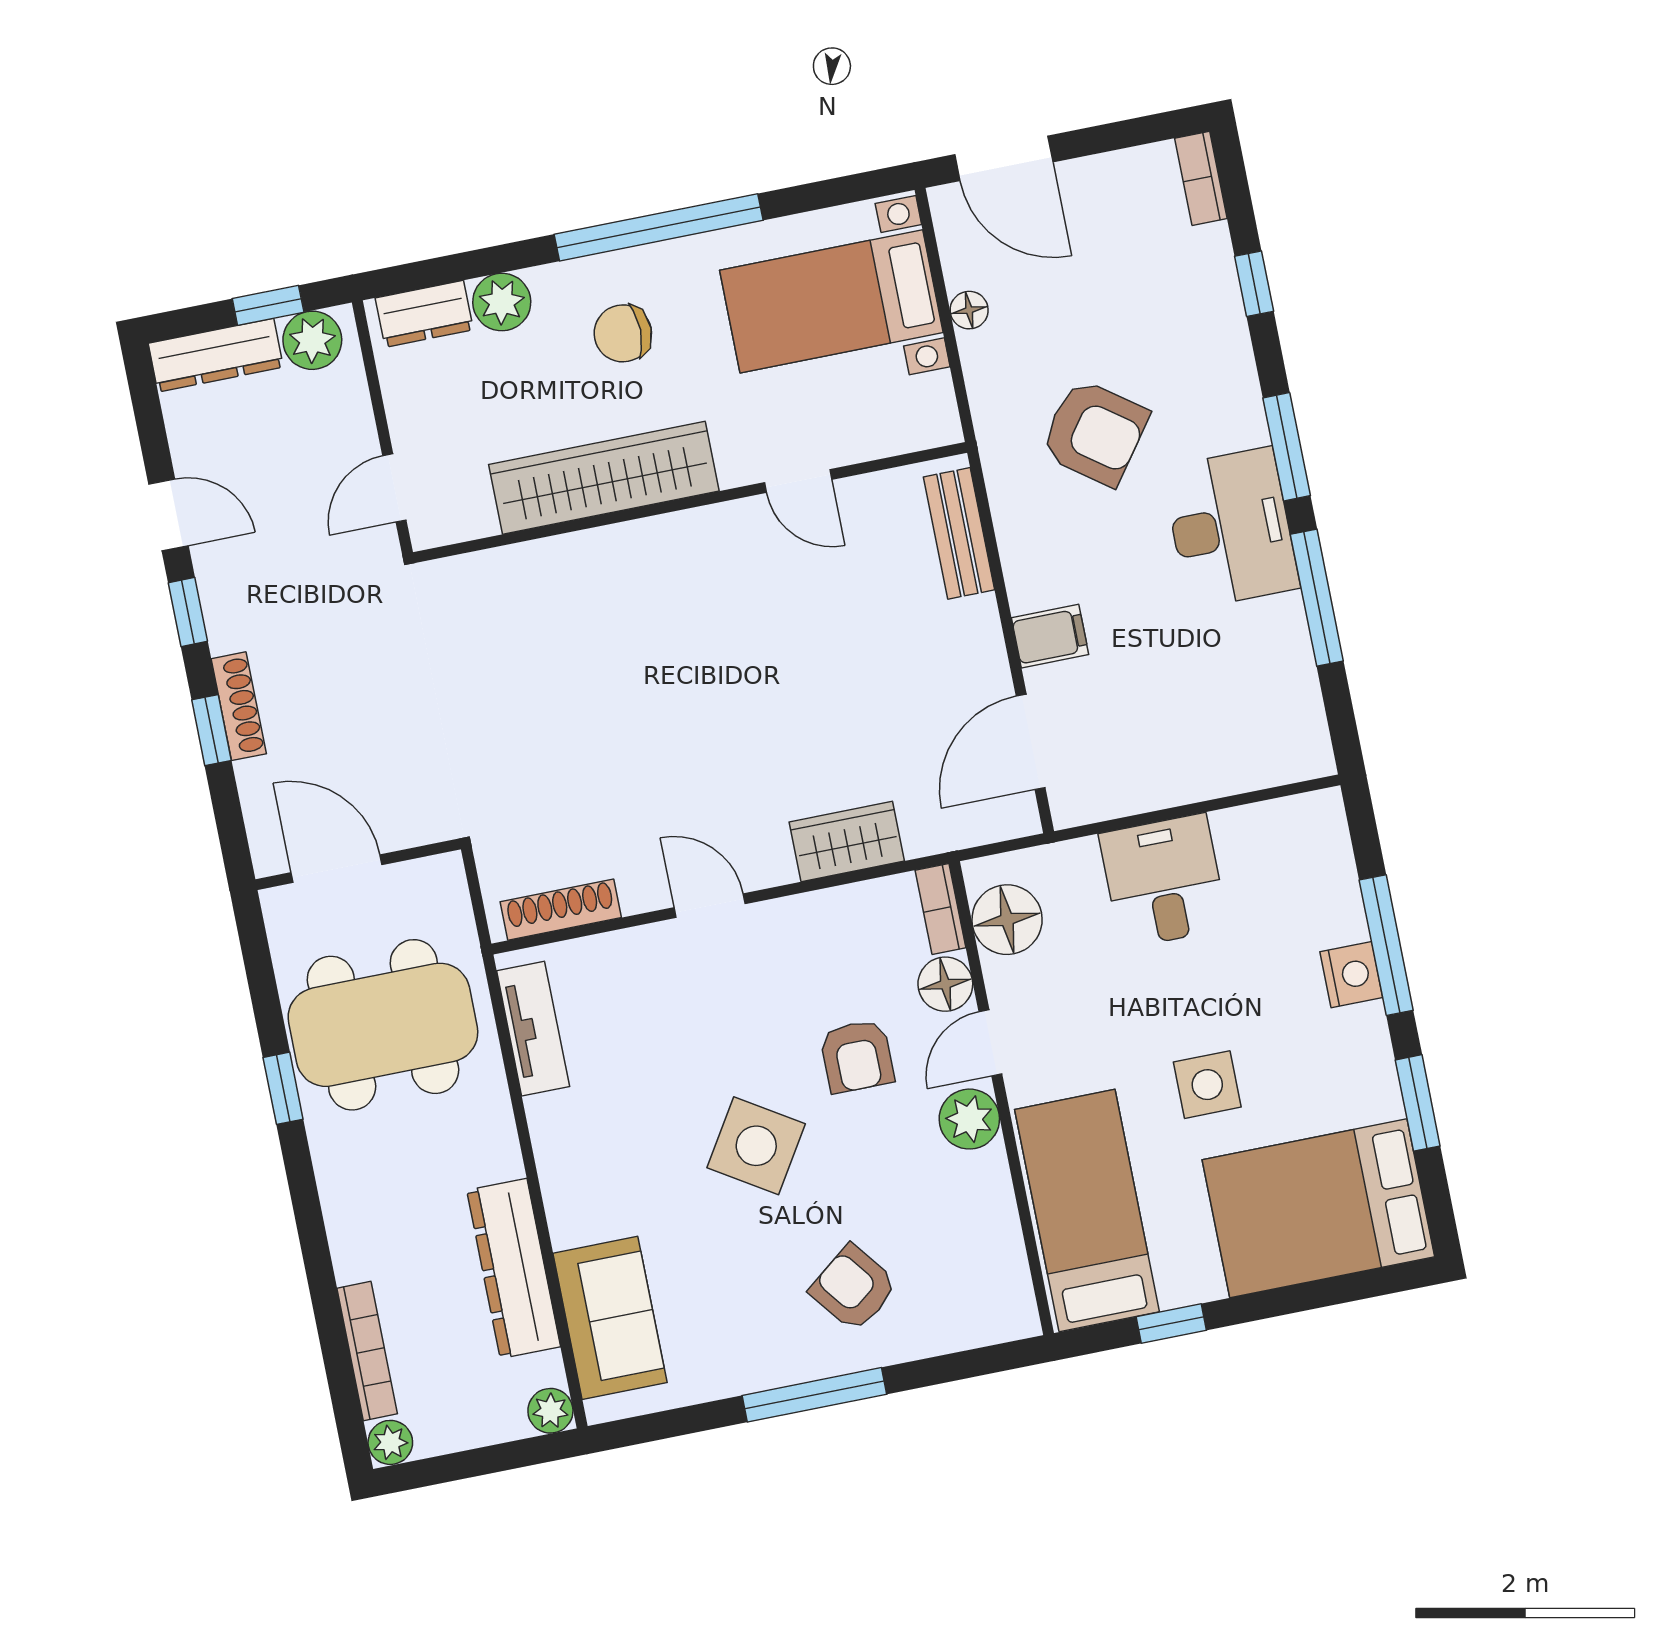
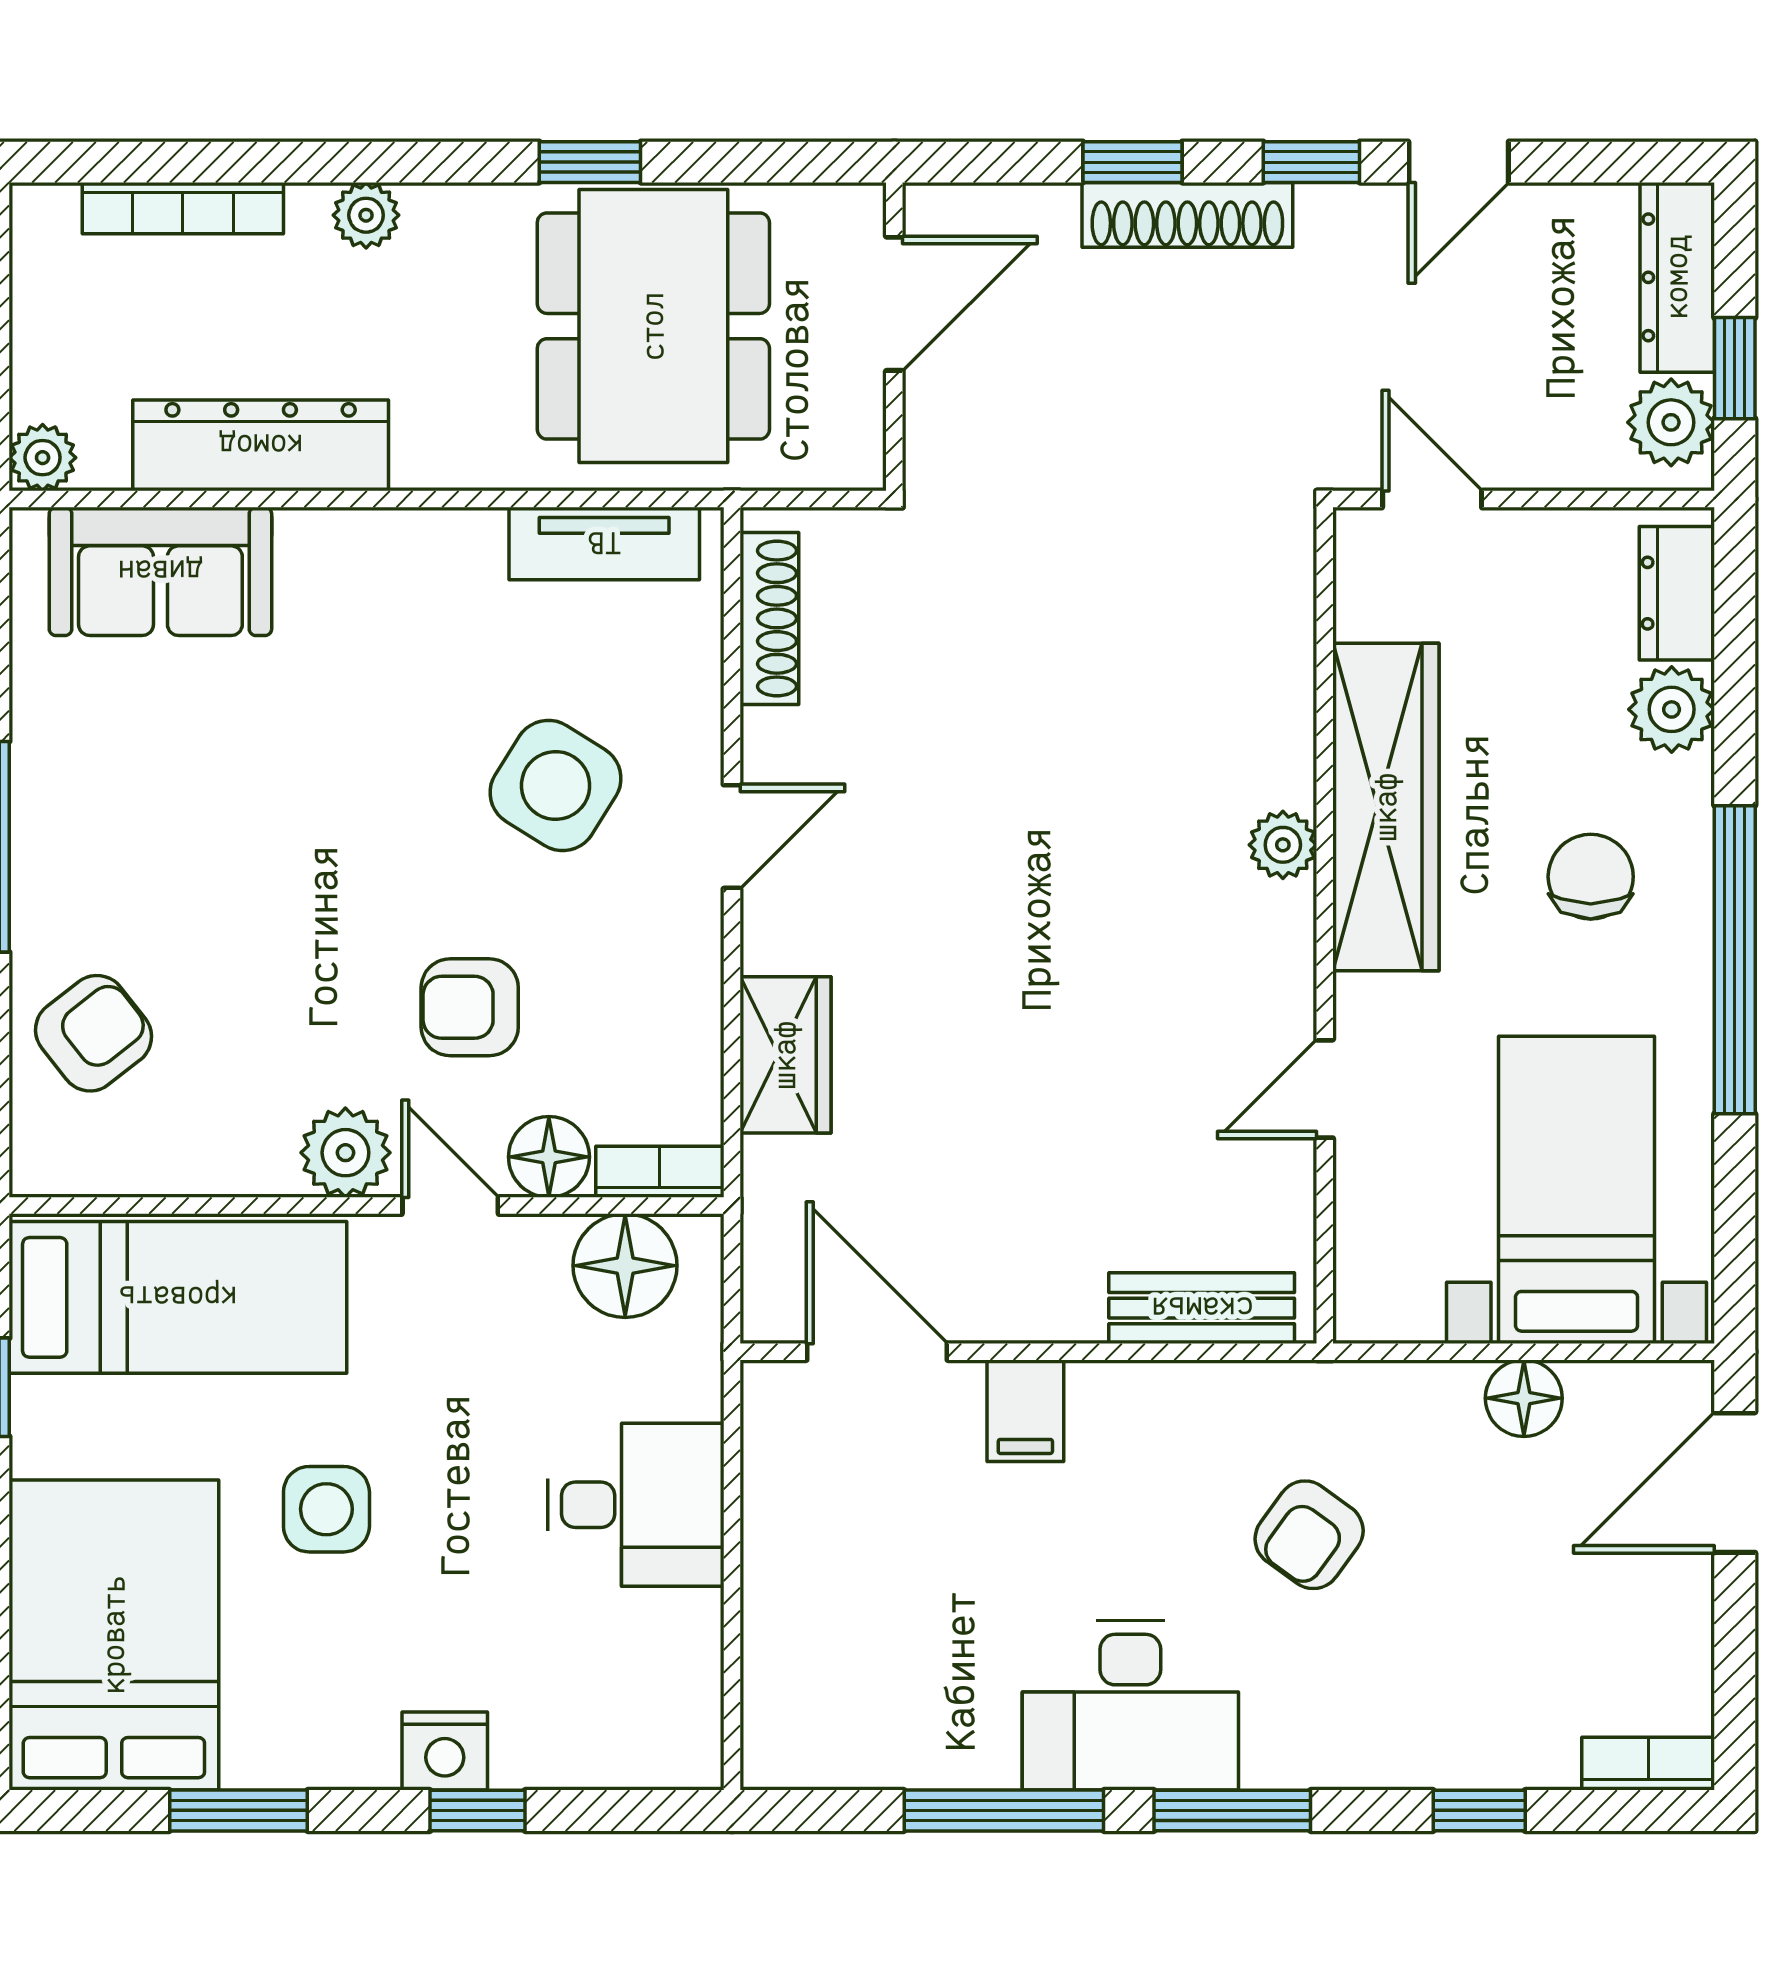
floor lamp: (969, 310) -> (1524, 1398), width x1.37, depth x1.37
armchair: (1094, 432) -> (1309, 1535), width x0.72, depth x0.72
plant: (642, 541) -> (1283, 845), added
shoe rack: (239, 706) -> (1187, 215), width x1.36, depth x1.24
window: (1386, 945) -> (477, 1810), width x0.46
side table: (756, 1146) -> (556, 785), moved
armchair: (854, 1288) -> (93, 1033), moved
plant: (390, 1442) -> (366, 215), moved

